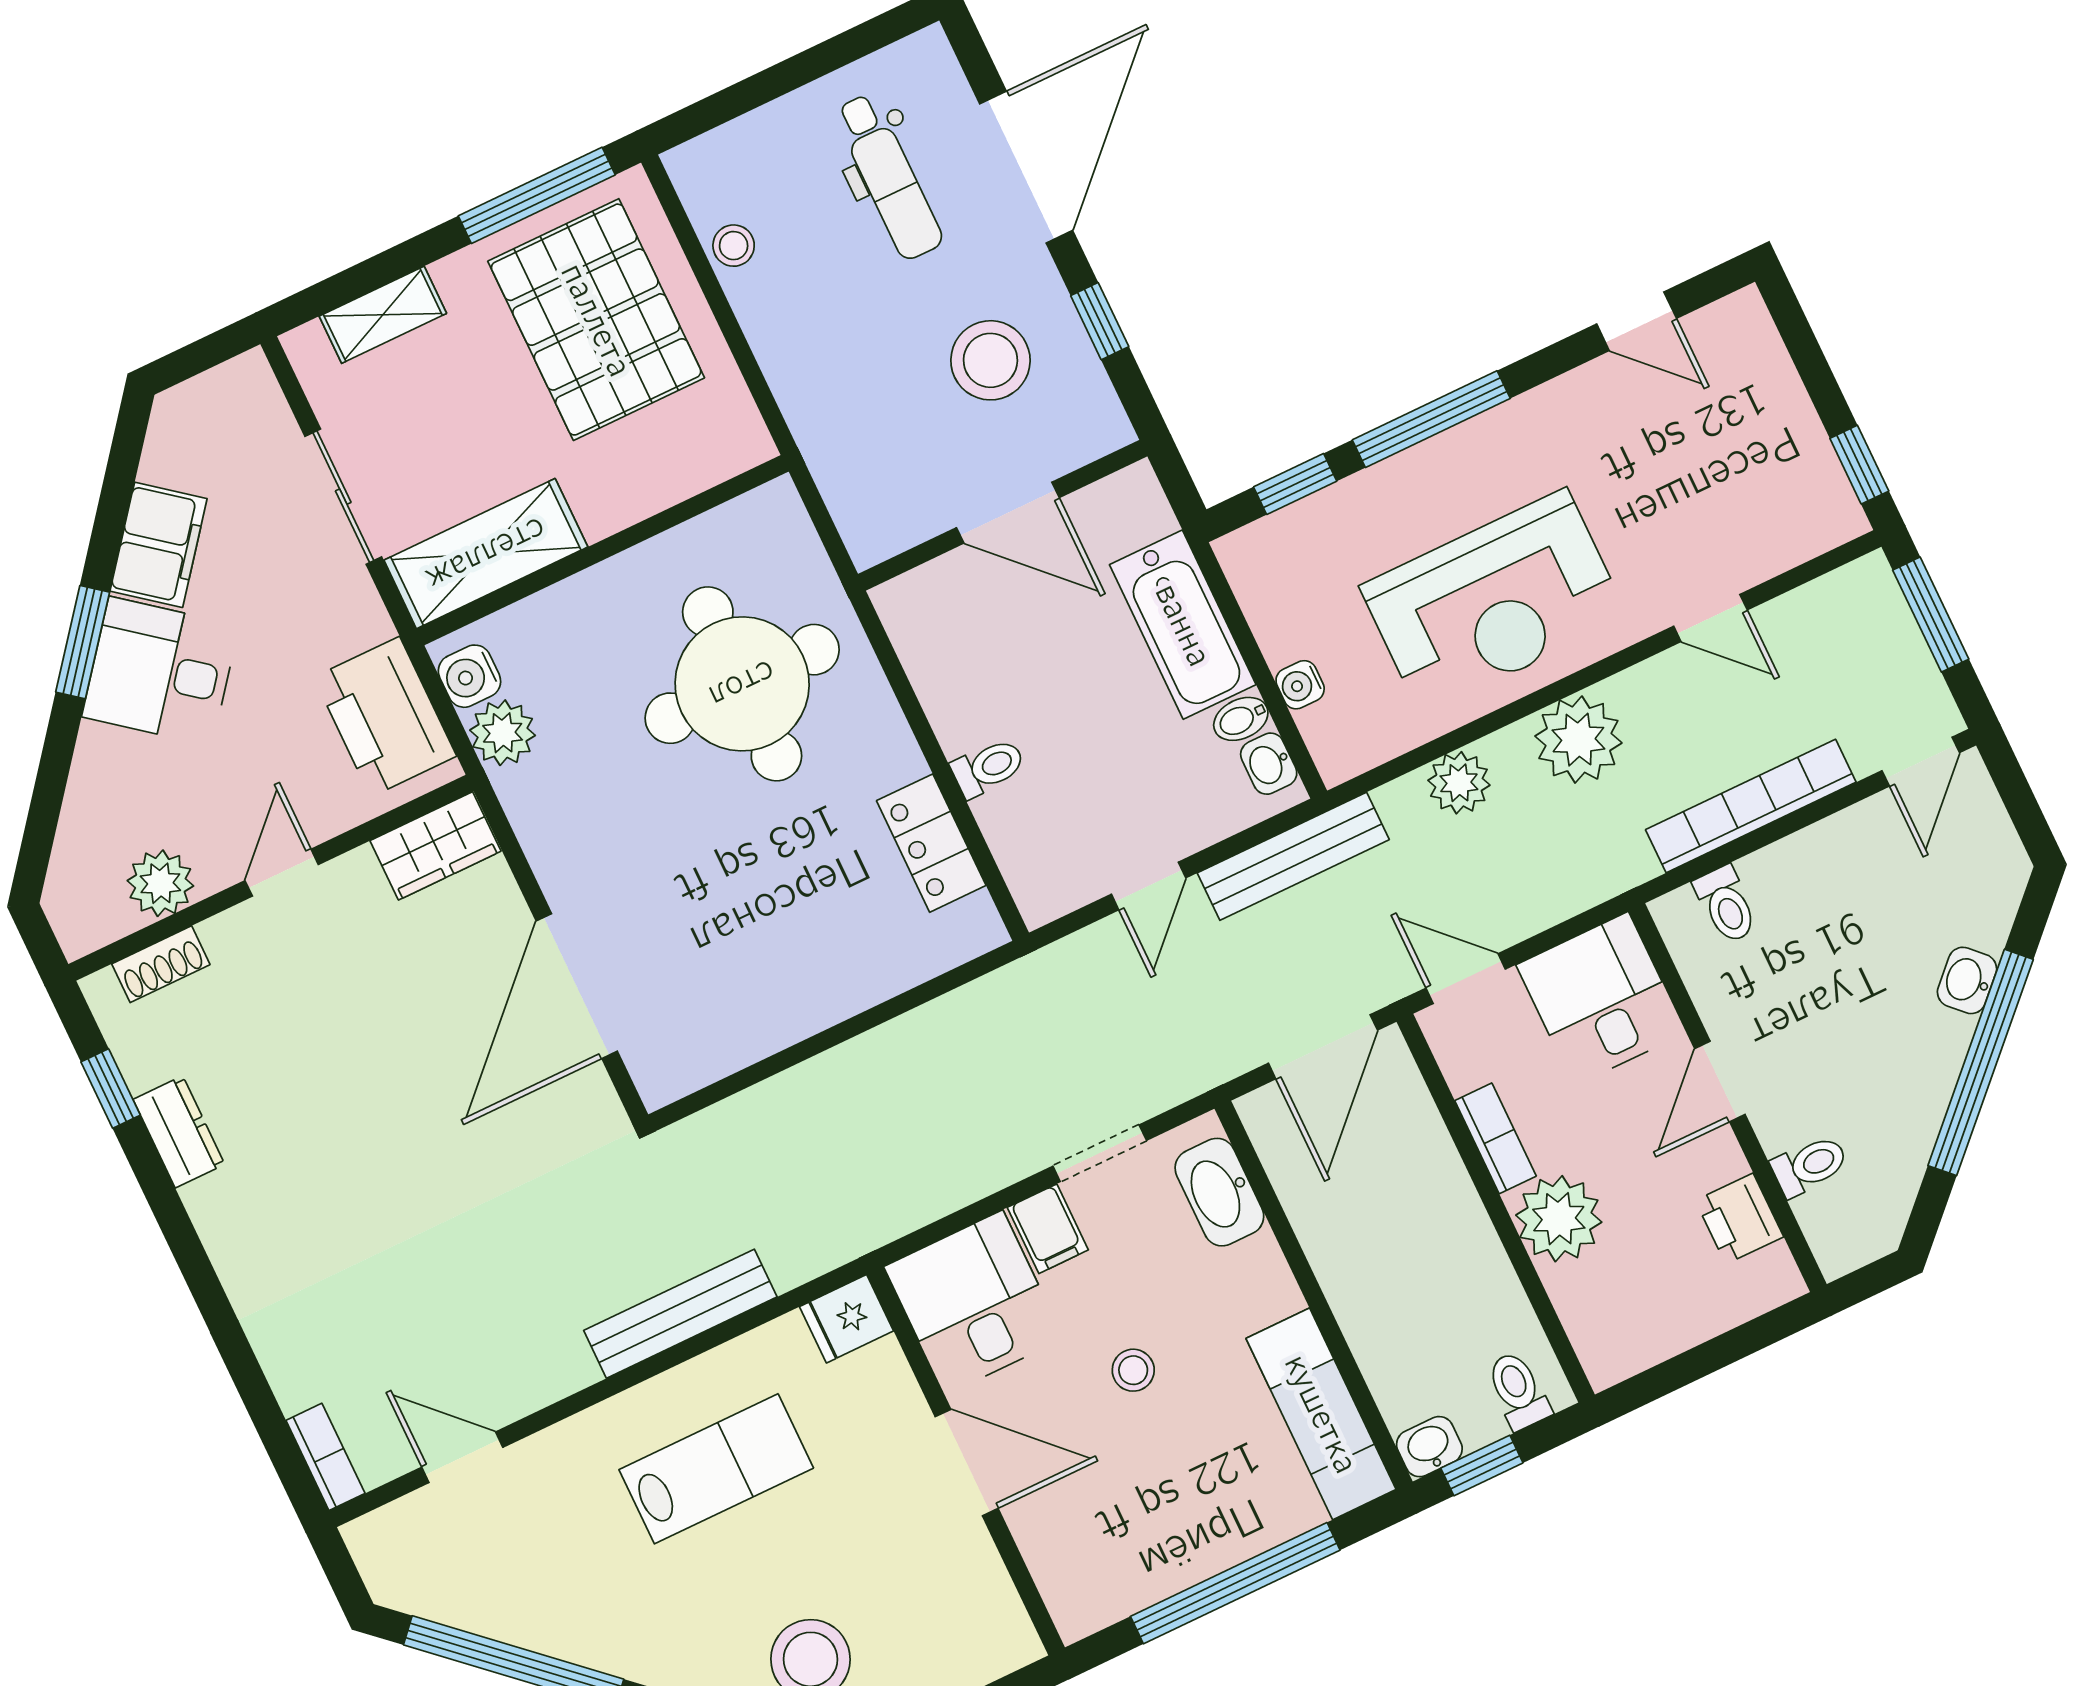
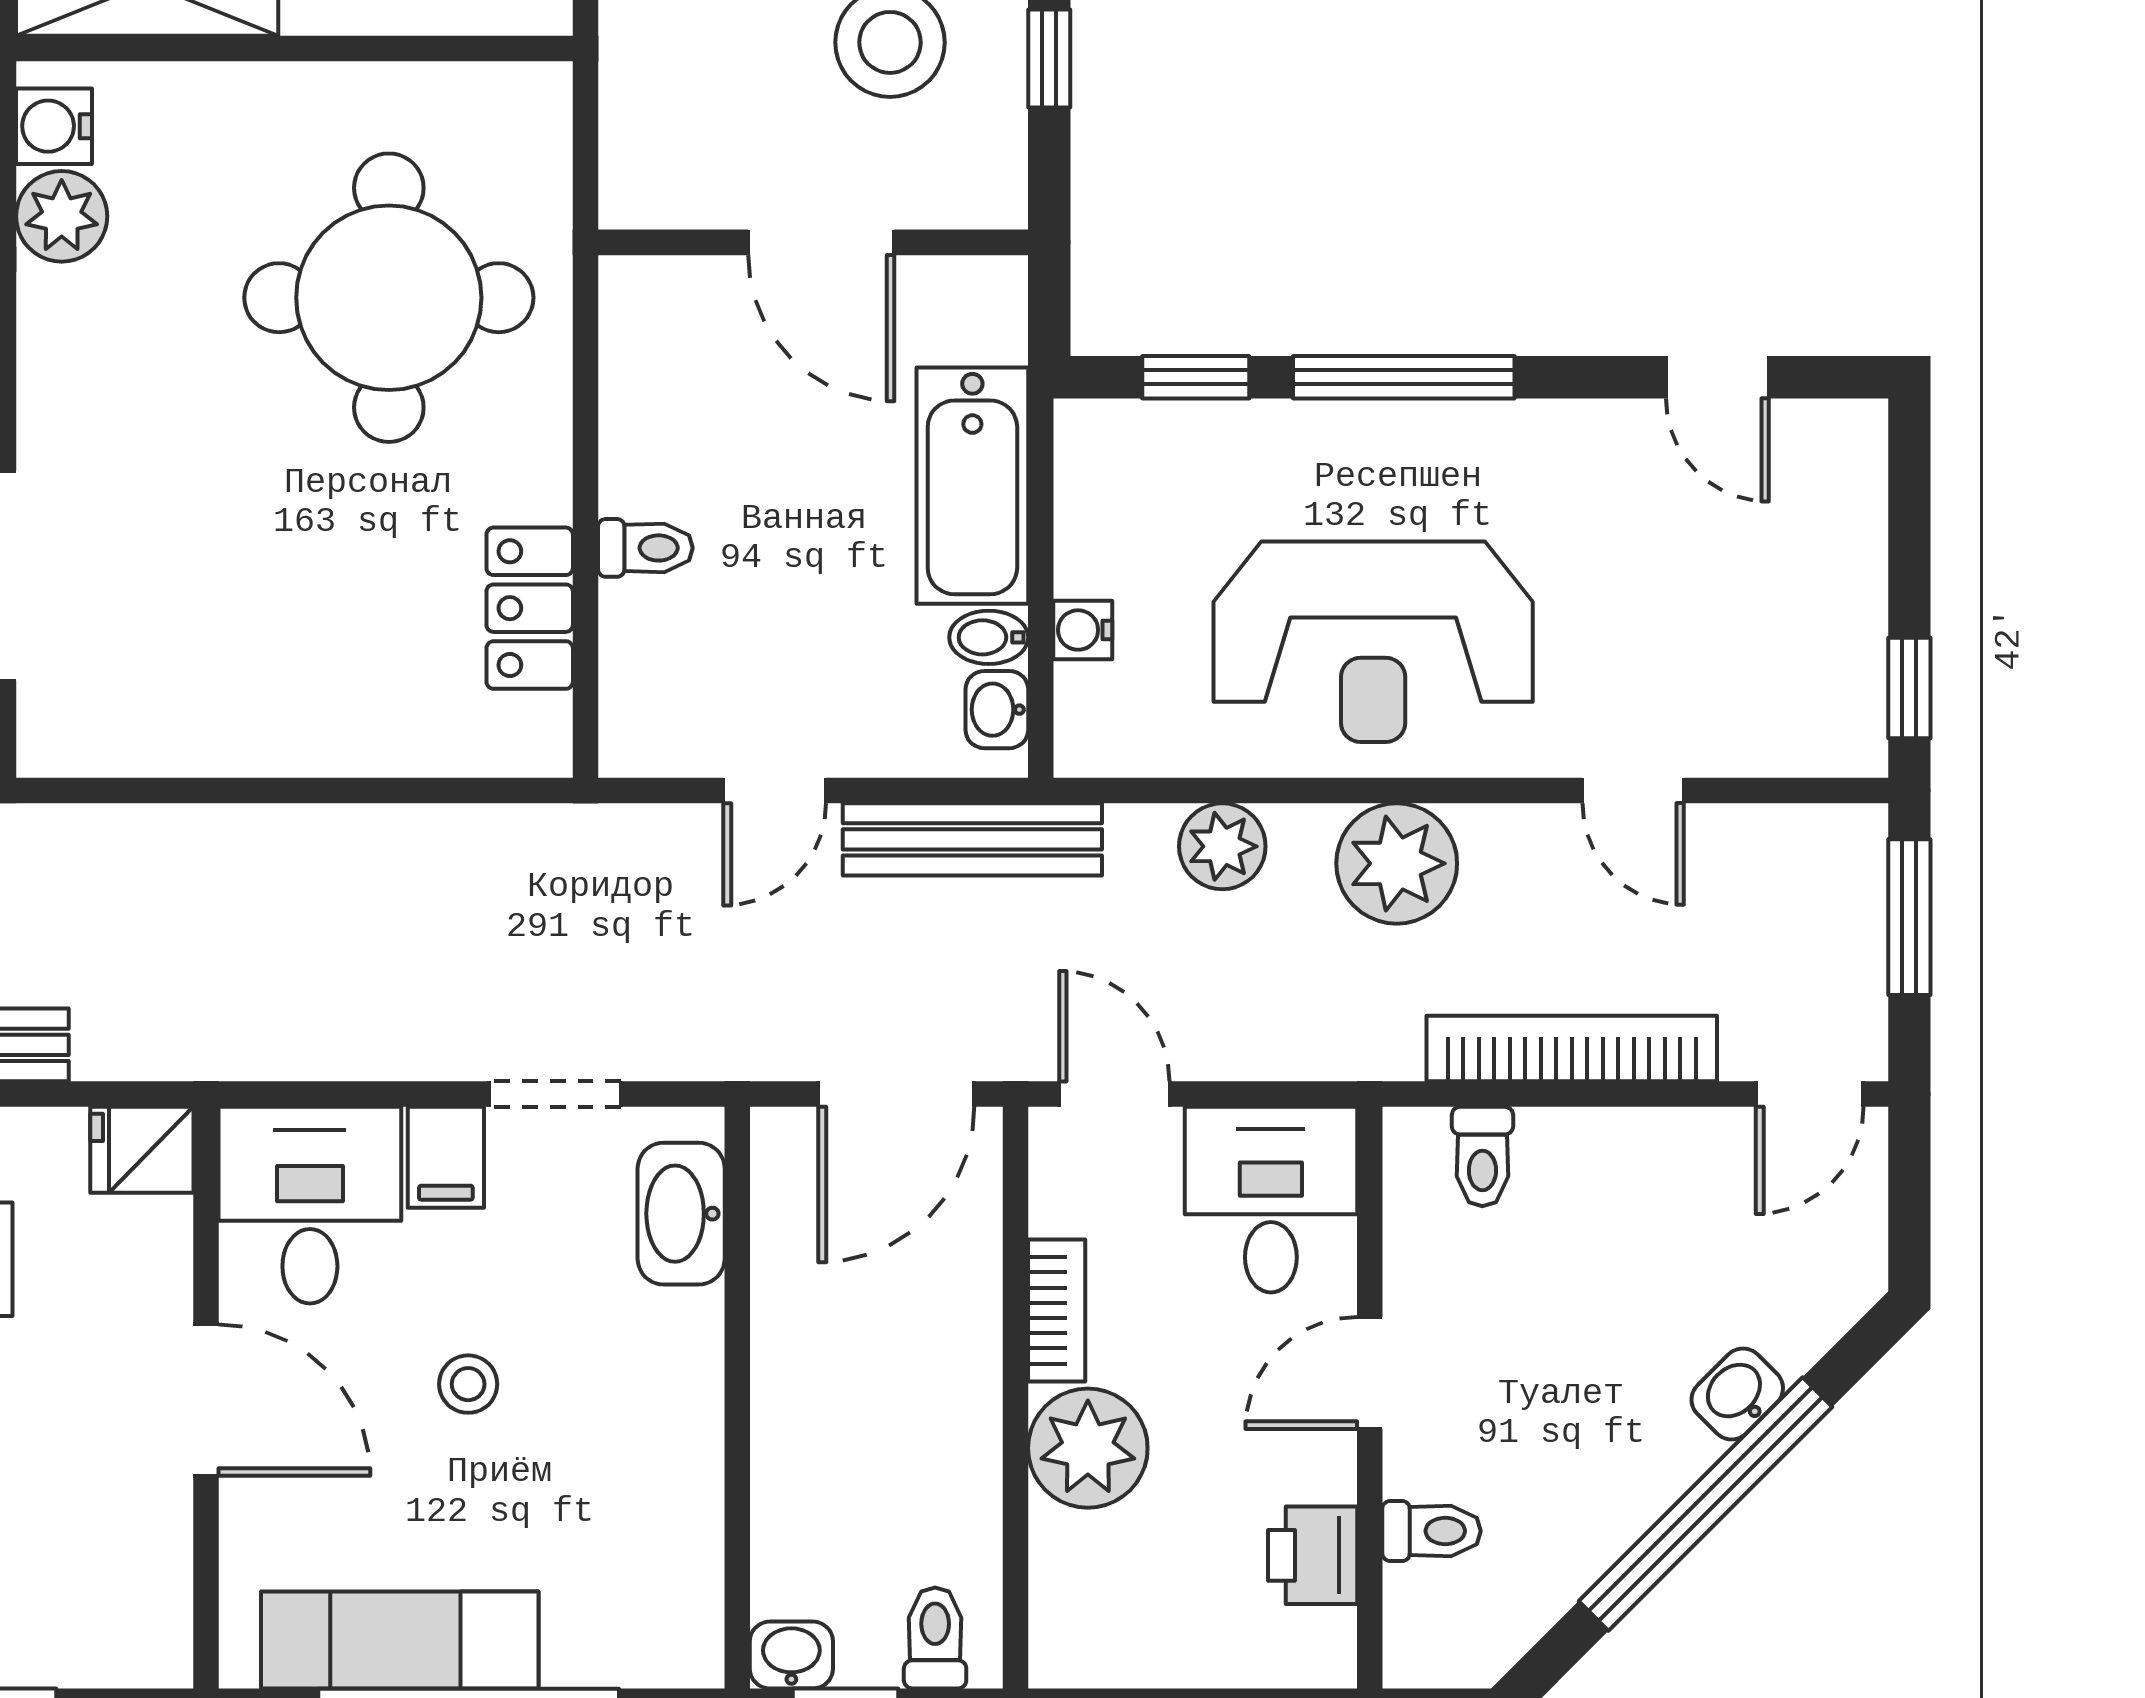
exam couch: (1321, 1414) -> (400, 1640), moved, turned 90

